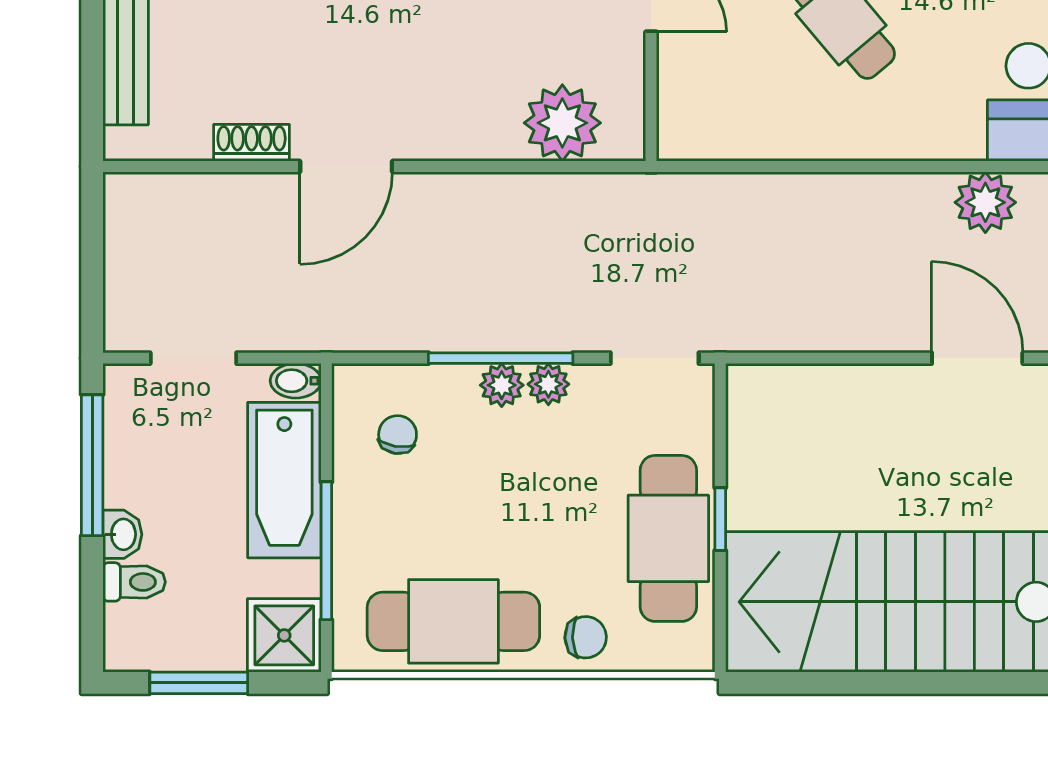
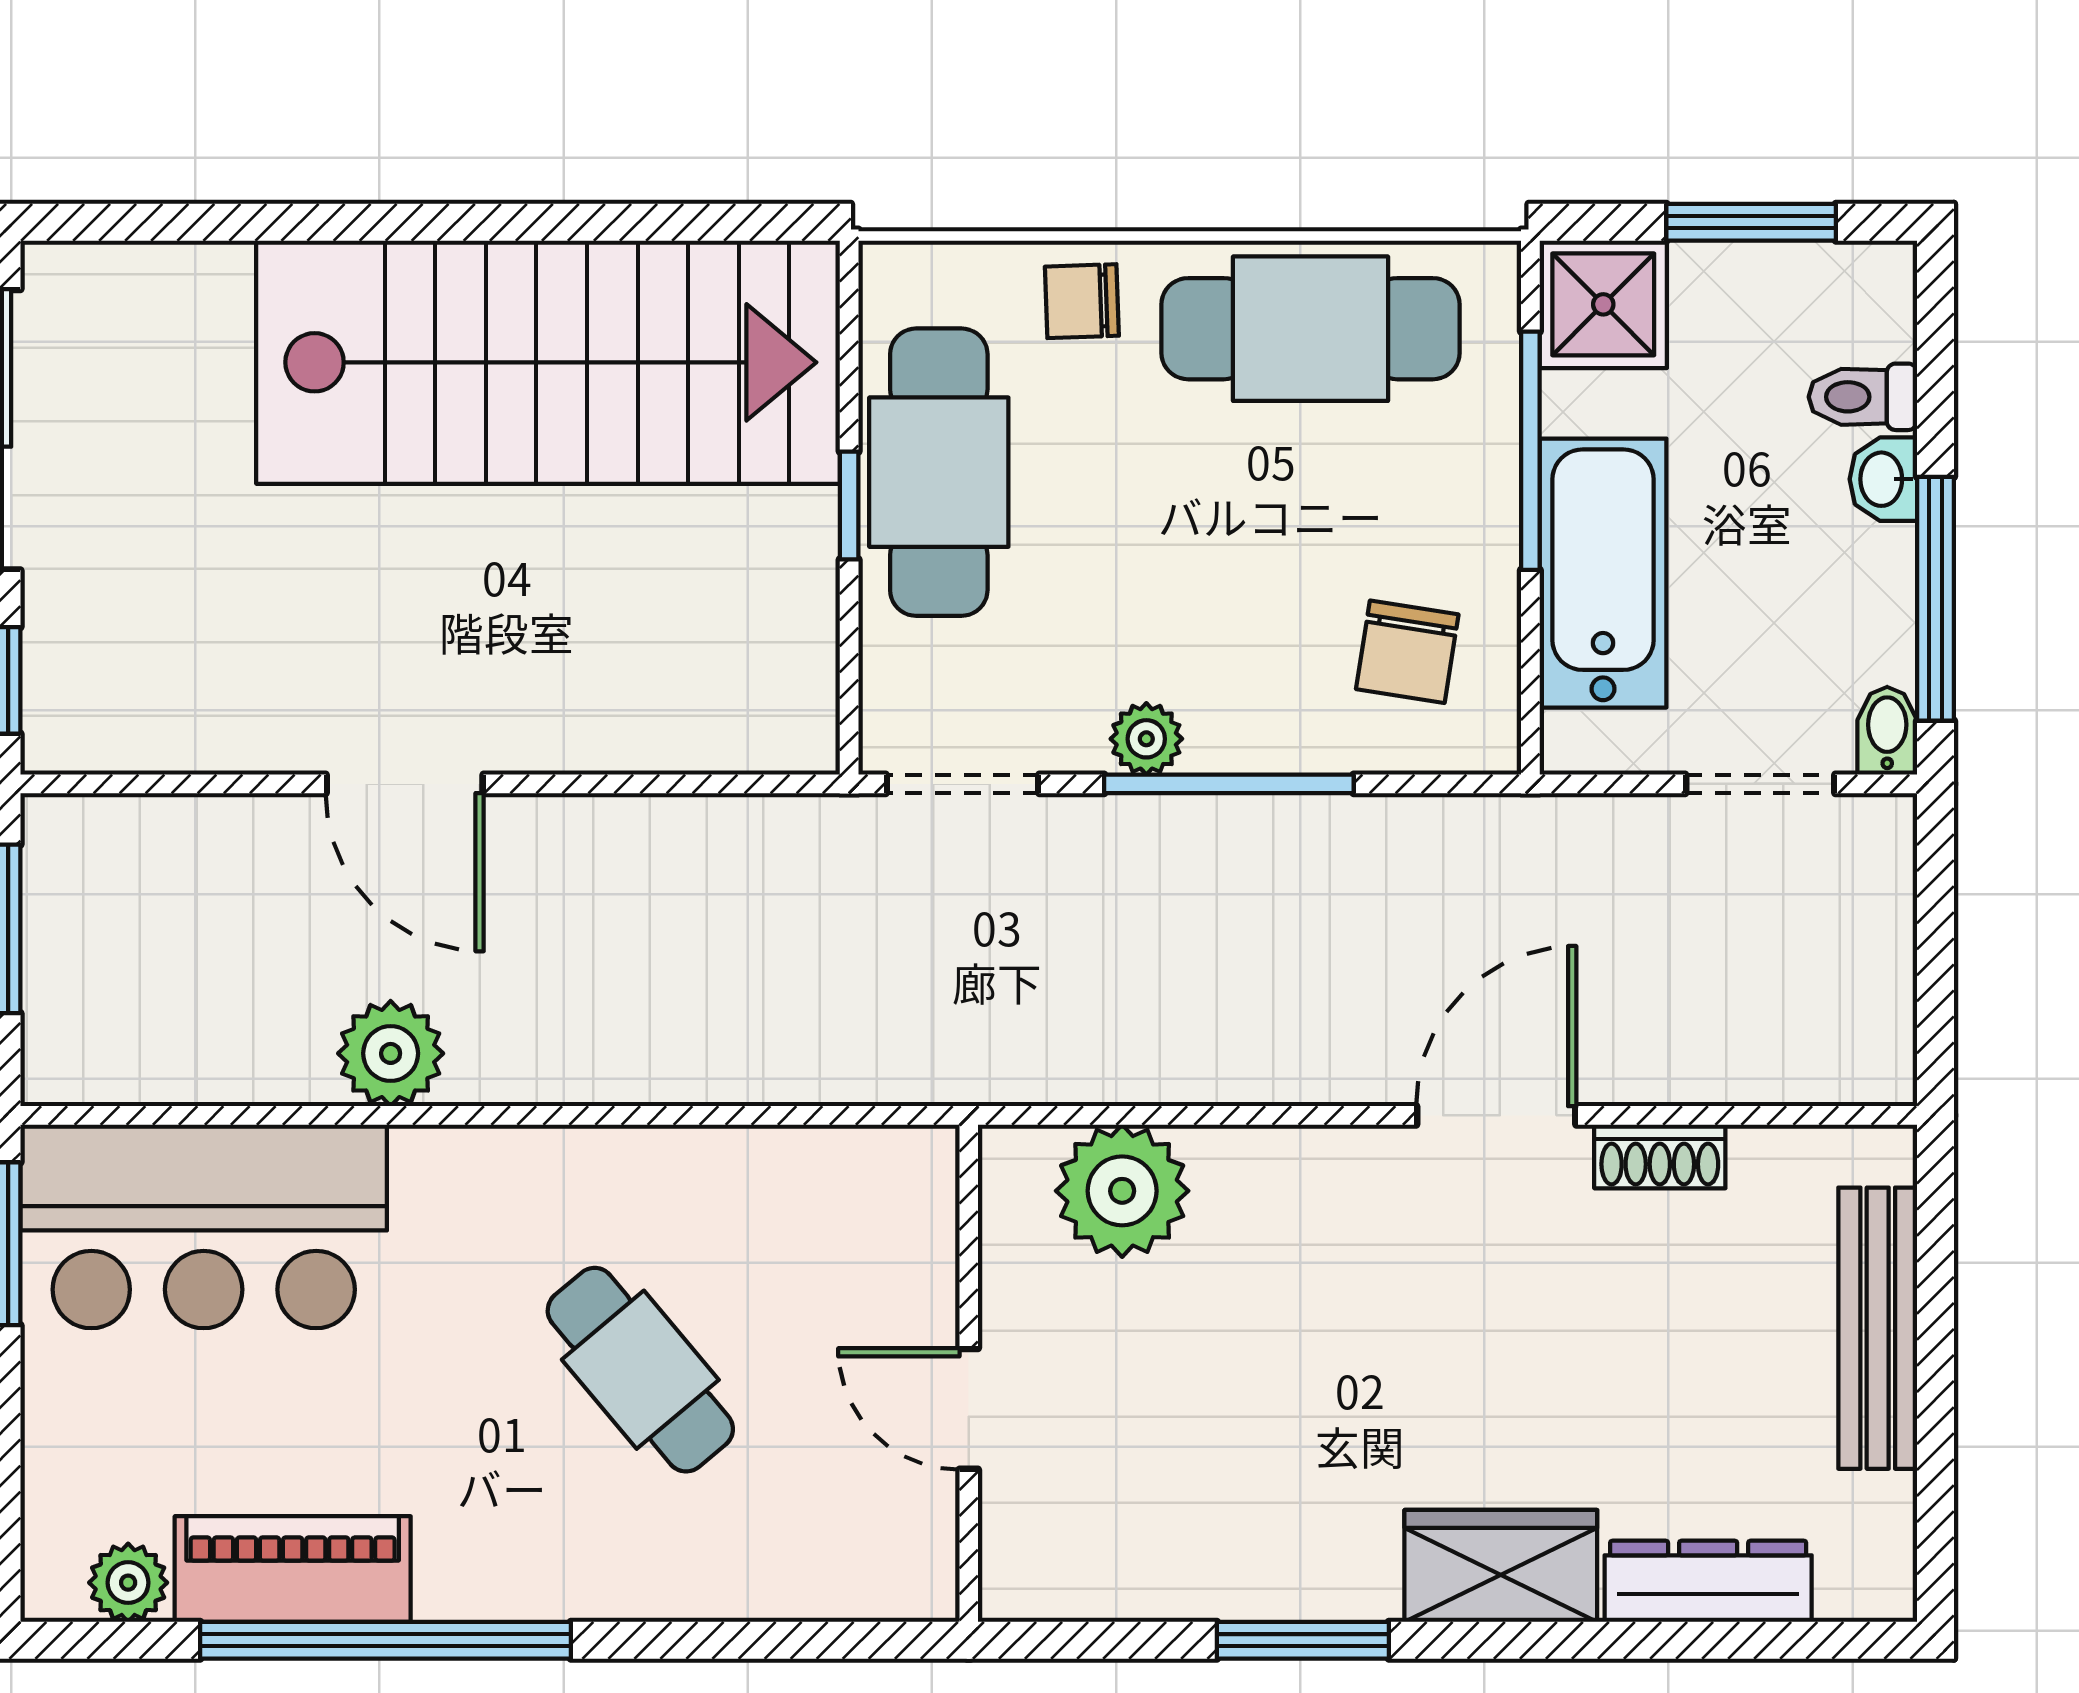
bidet: (296, 381) -> (1887, 731), moved, turned -90
plant: (502, 385) -> (1227, 737), removed
chair: (398, 435) -> (1407, 652), width x1.37, depth x1.37

